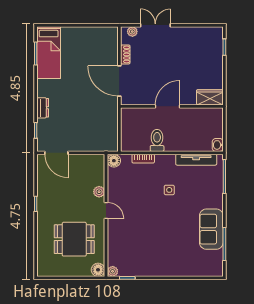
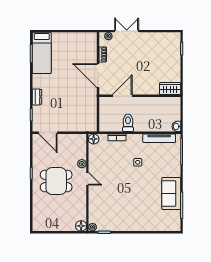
door: (168, 106) -> (122, 96), moved
dining table: (74, 239) -> (56, 181), moved

